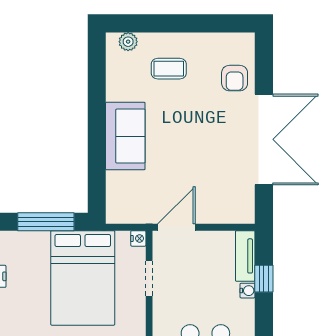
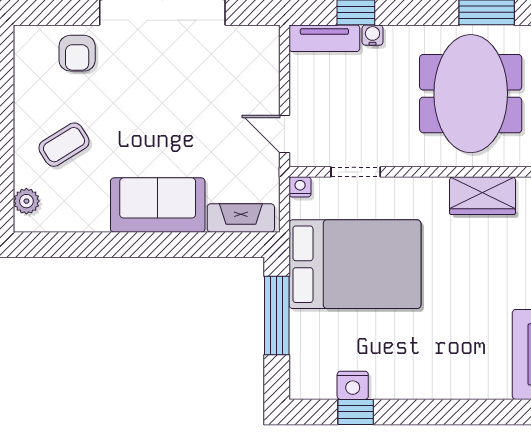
coffee table: (169, 69) -> (64, 145), turned 58
armchair: (235, 78) -> (77, 53), turned 90
fireplace: (116, 196) -> (241, 218), added
door: (176, 227) -> (284, 134), width x0.73

